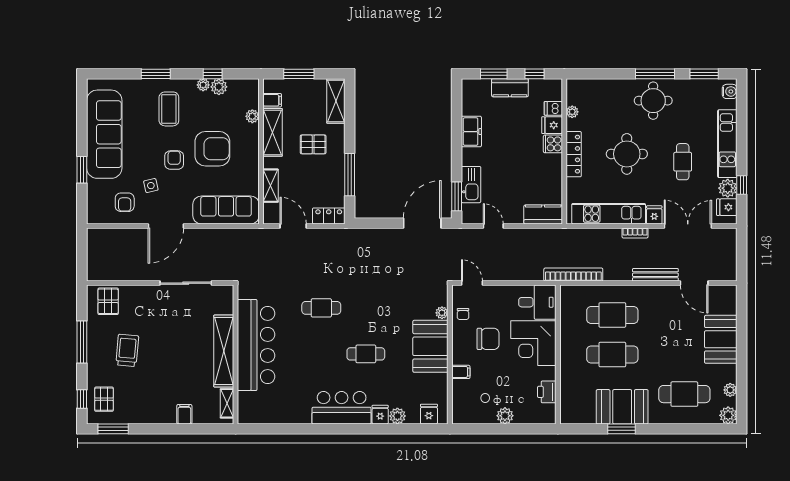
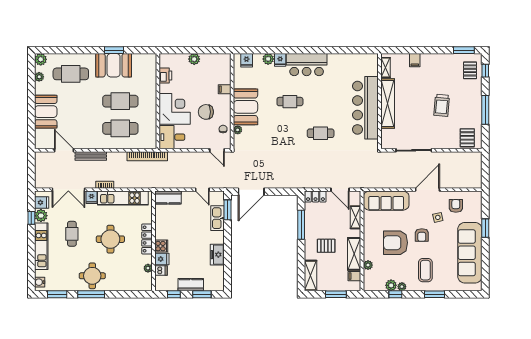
trolley: (127, 350) -> (442, 105), moved

